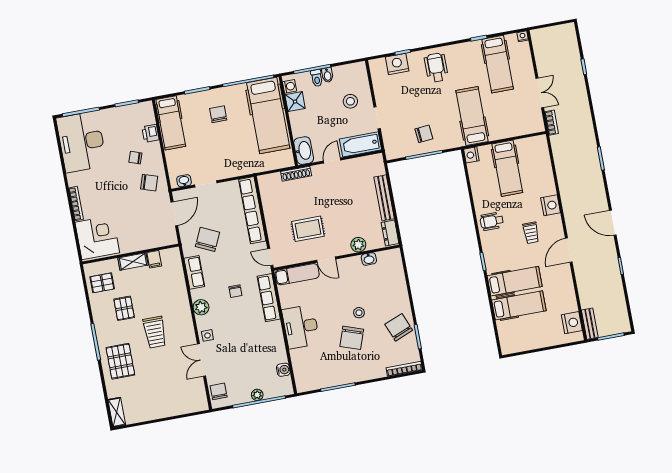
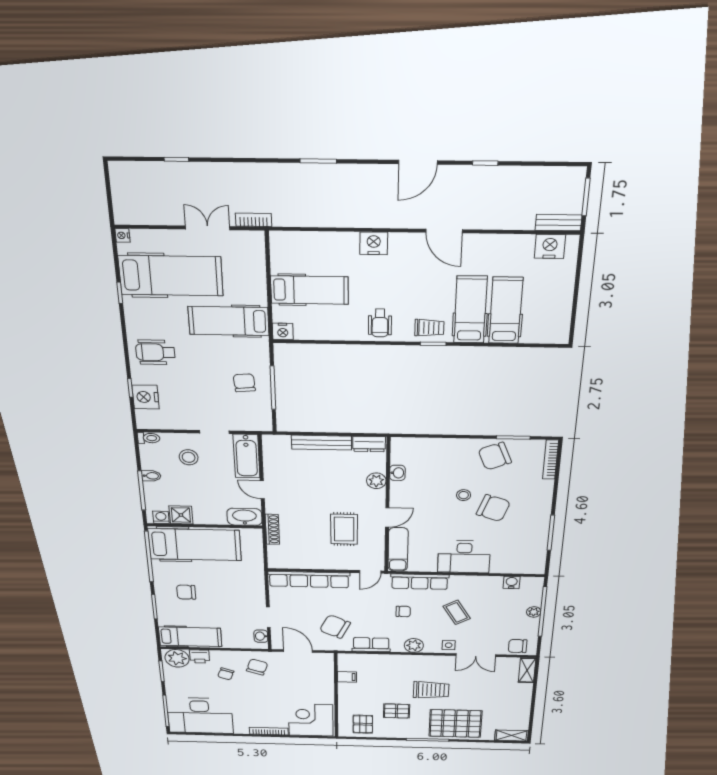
hospital bed: (498, 64) -> (171, 276), width x1.37, depth x1.29
toilet: (317, 78) -> (149, 438), moved
plant: (144, 115) -> (177, 658), added
trolley: (531, 233) -> (429, 328), moved
shelving: (133, 262) -> (527, 670), moved
coffee table: (244, 334) -> (457, 612), added
pallet: (120, 361) -> (455, 724), width x1.37, depth x1.41

